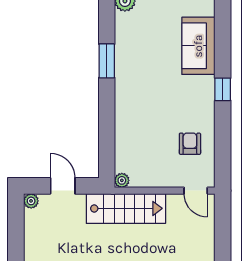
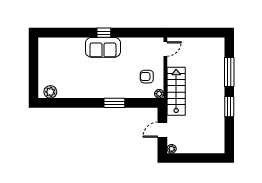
sofa: (198, 46) -> (103, 47), moved
window: (107, 61) -> (114, 103), moved
armchair: (190, 144) -> (147, 77), moved

